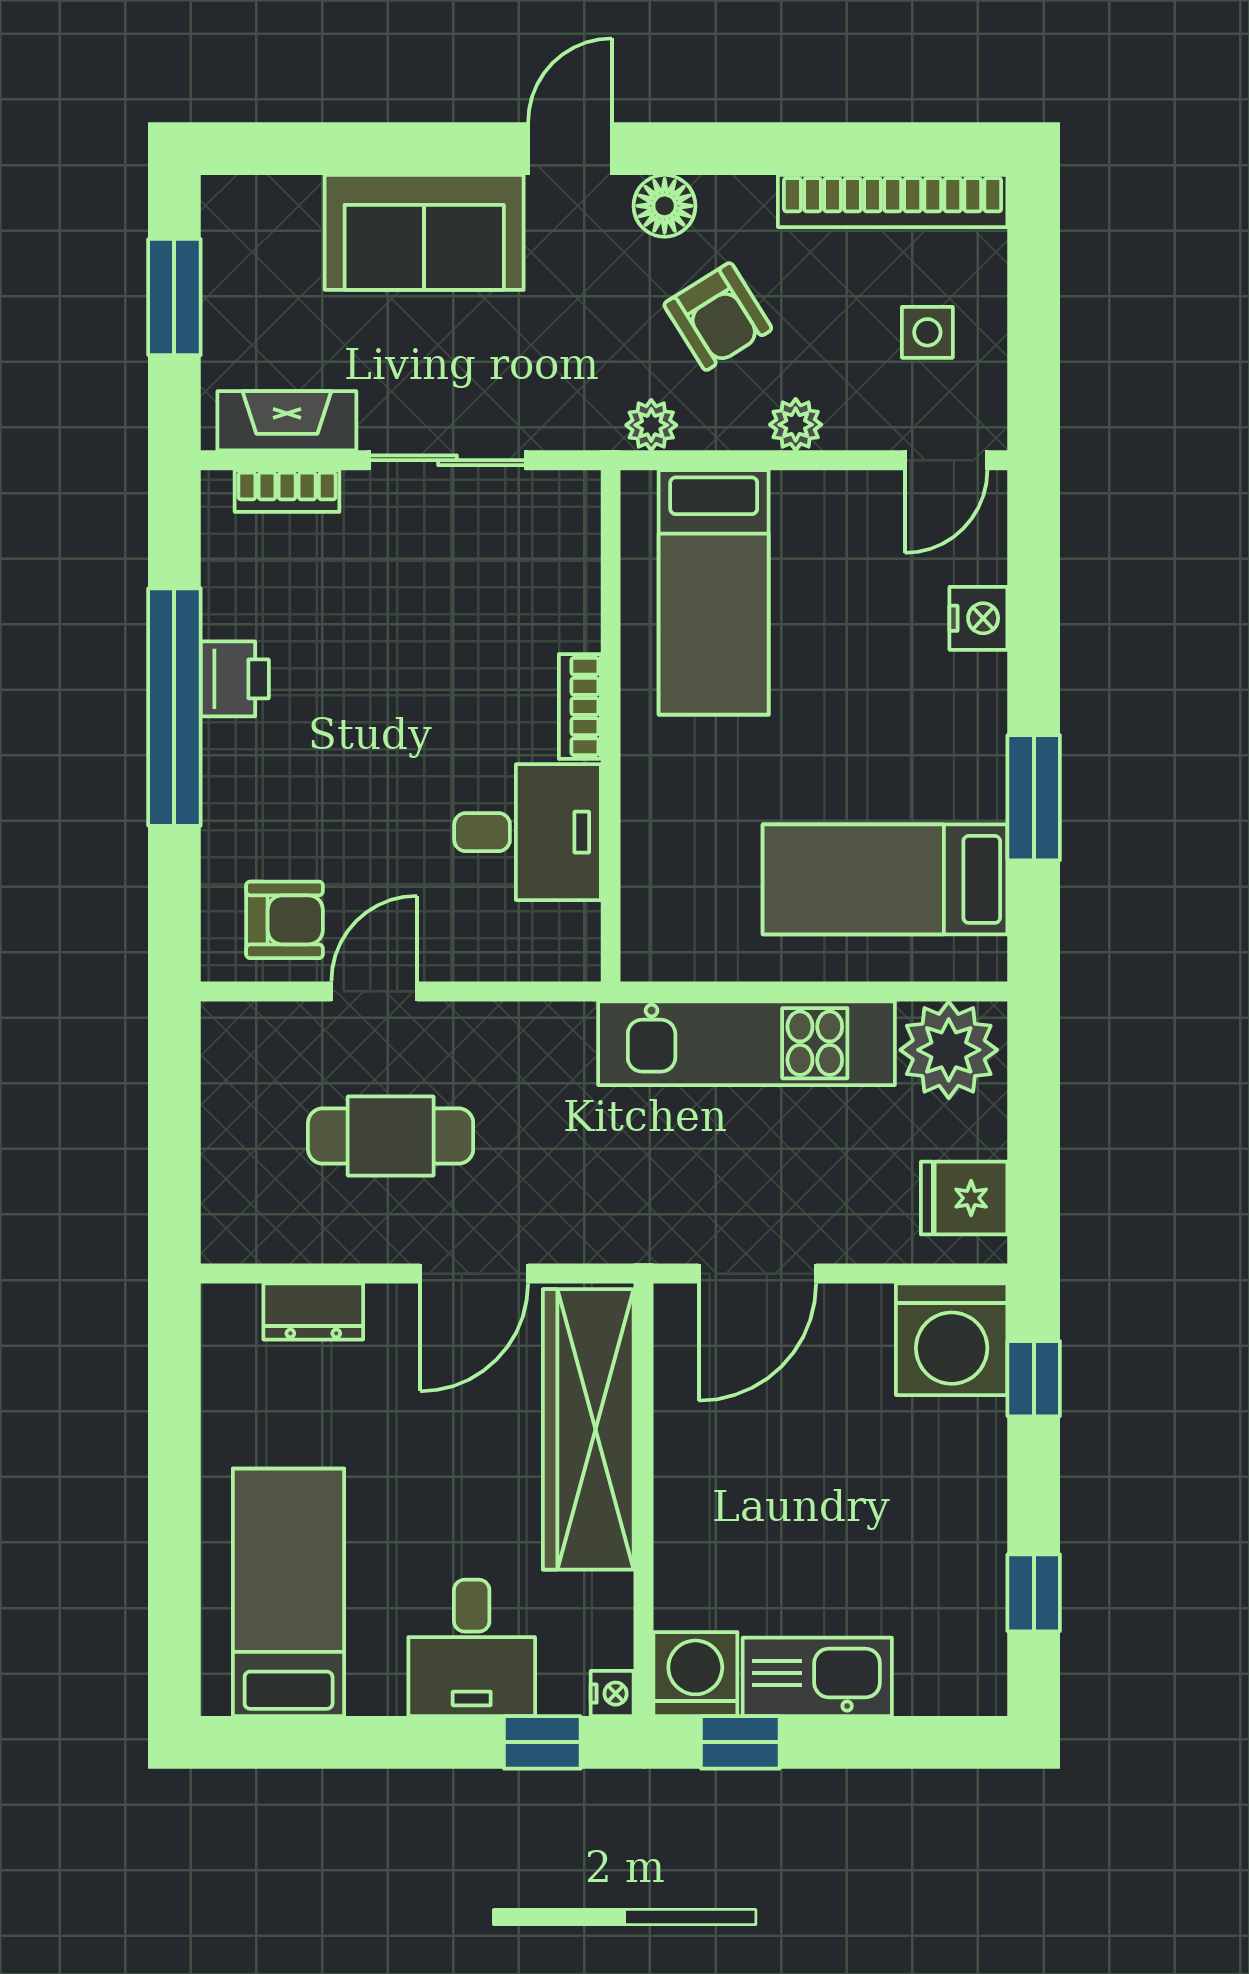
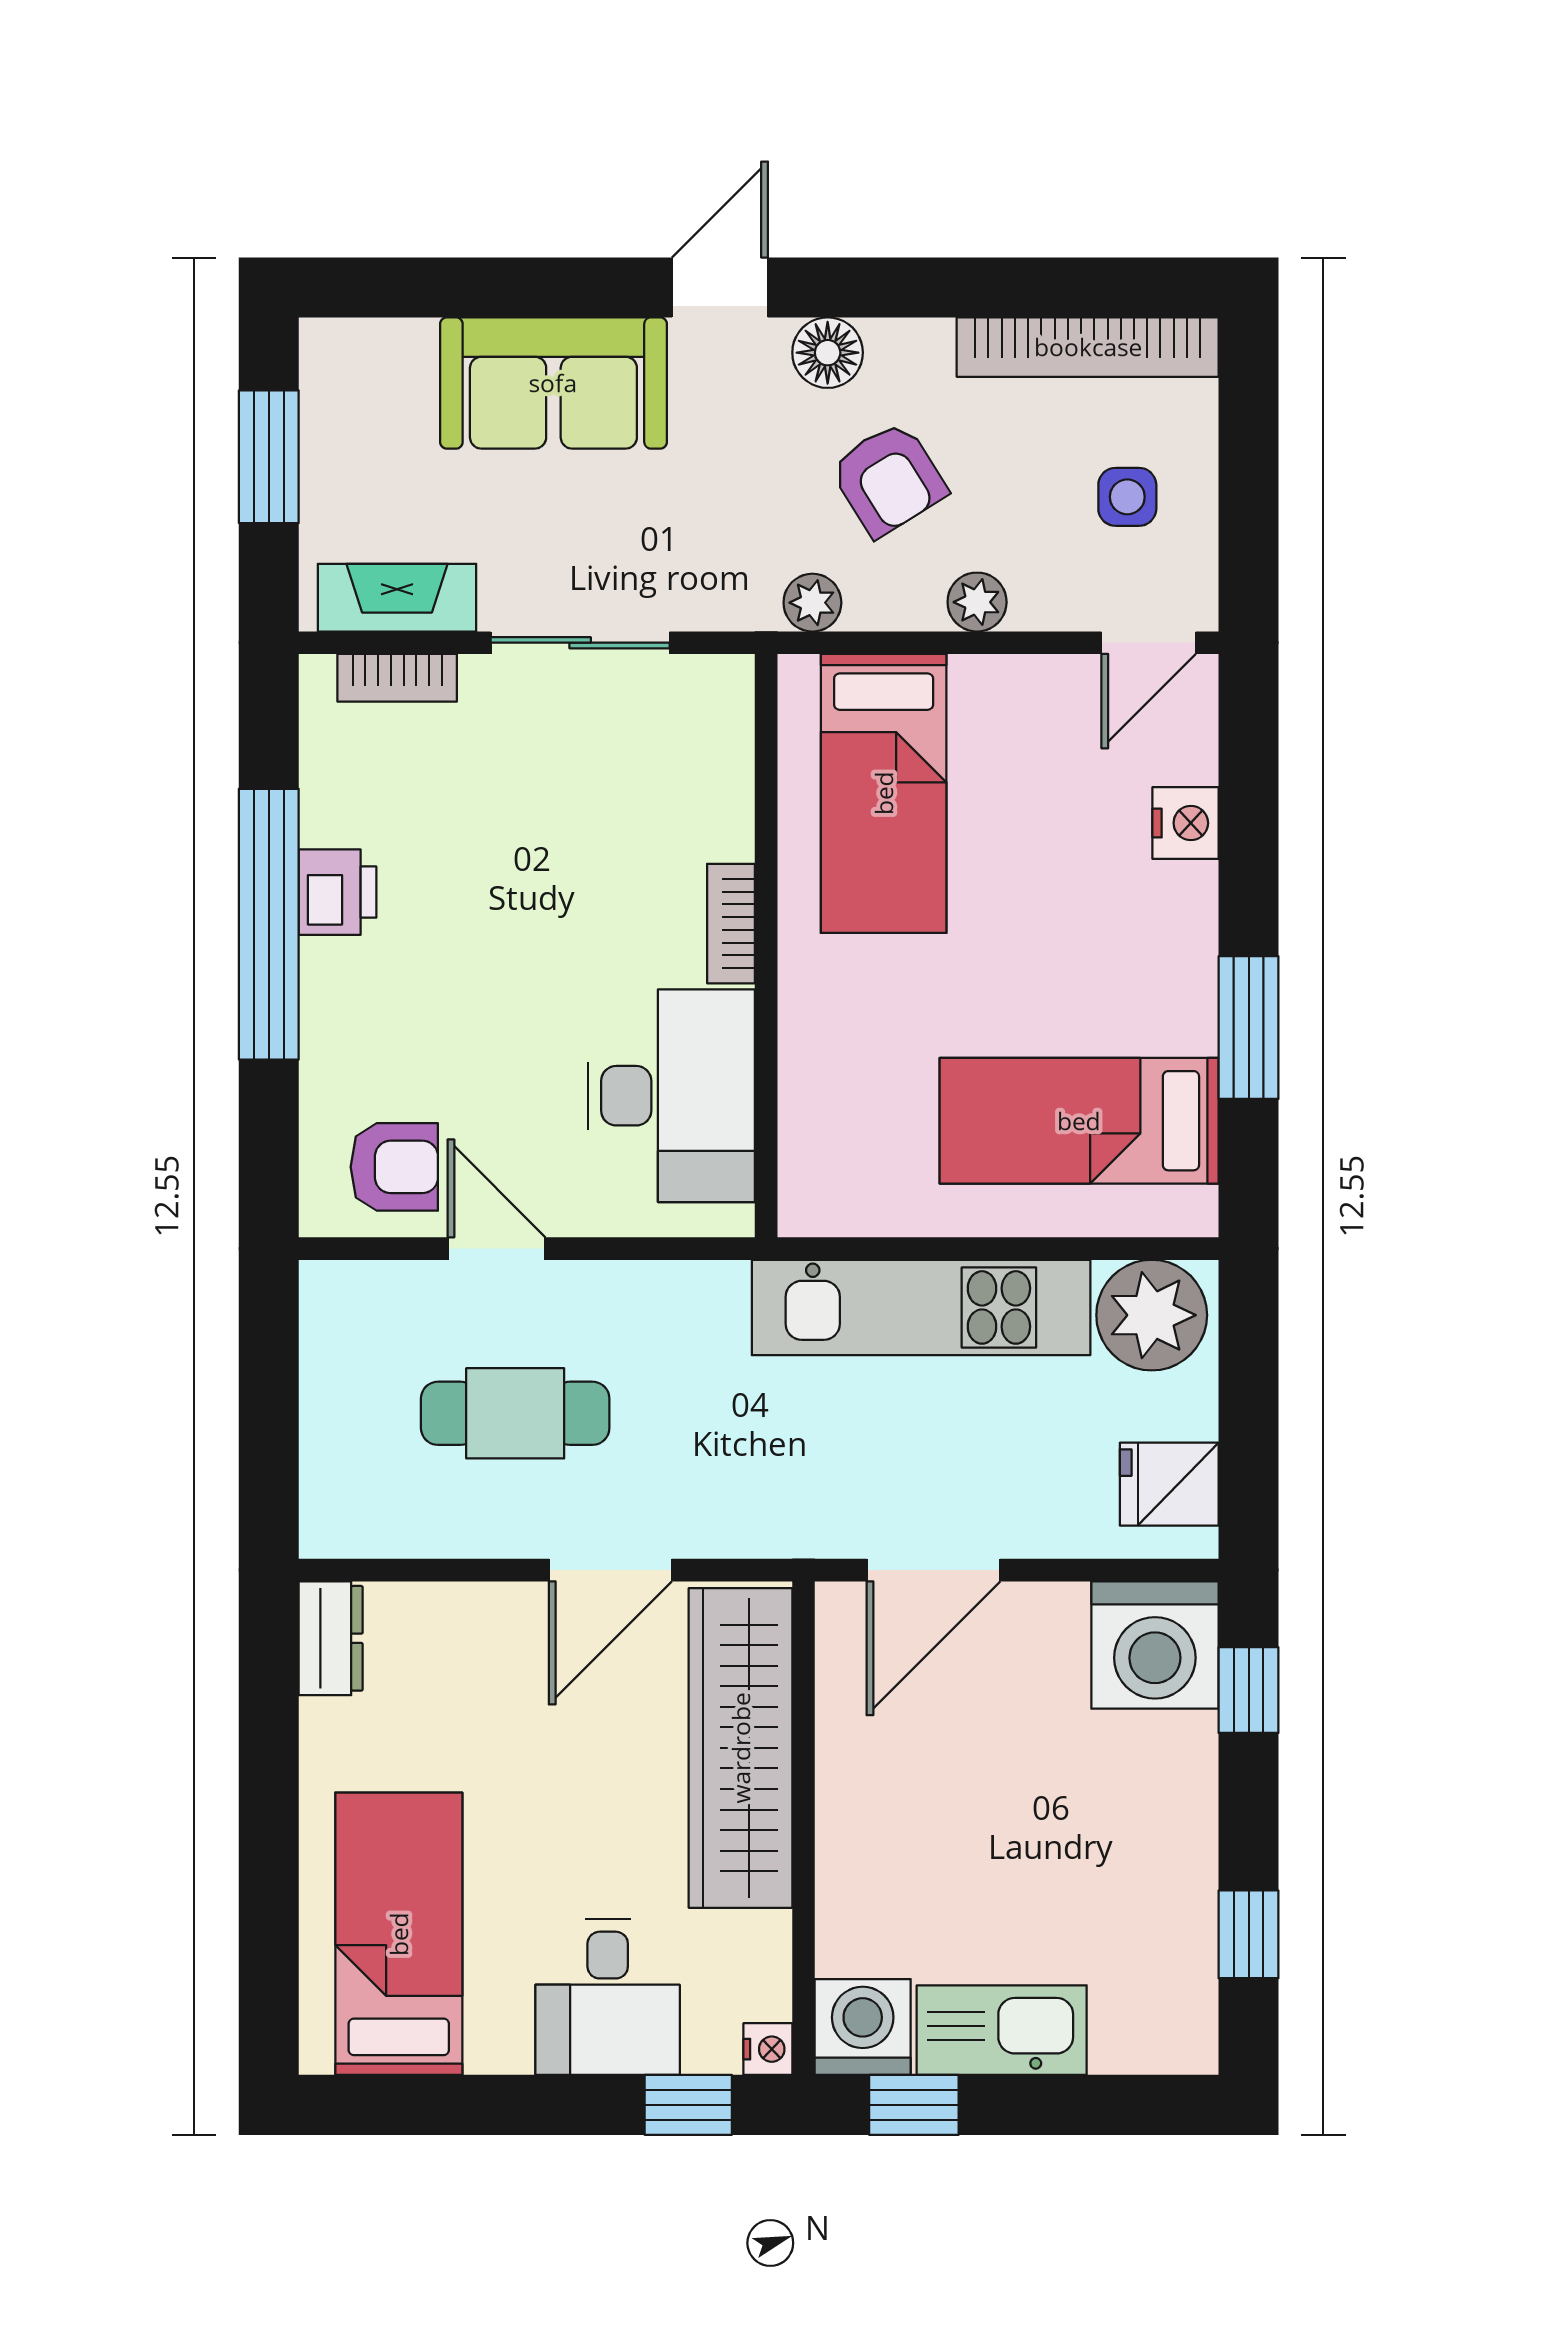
desk: (528, 832) -> (671, 1096), width x1.37
door: (374, 991) -> (497, 1249), hinge flipped
dresser: (313, 1311) -> (331, 1638), moved, turned -90

